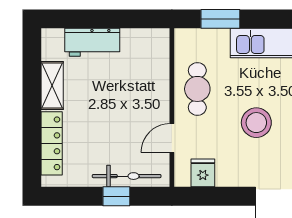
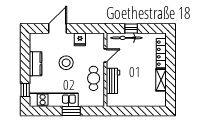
window: (220, 19) -> (71, 111), moved
workbench: (92, 42) -> (113, 81), moved, turned 90
fridge: (203, 173) -> (80, 39), moved

